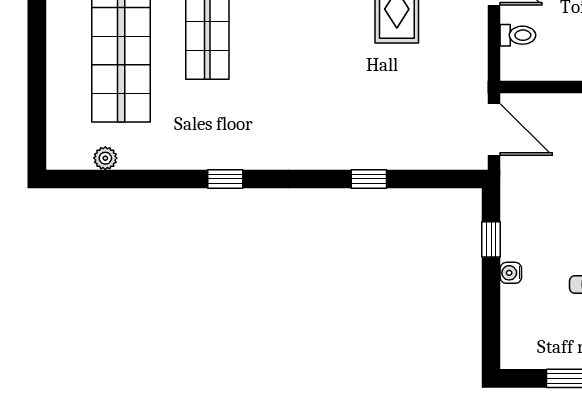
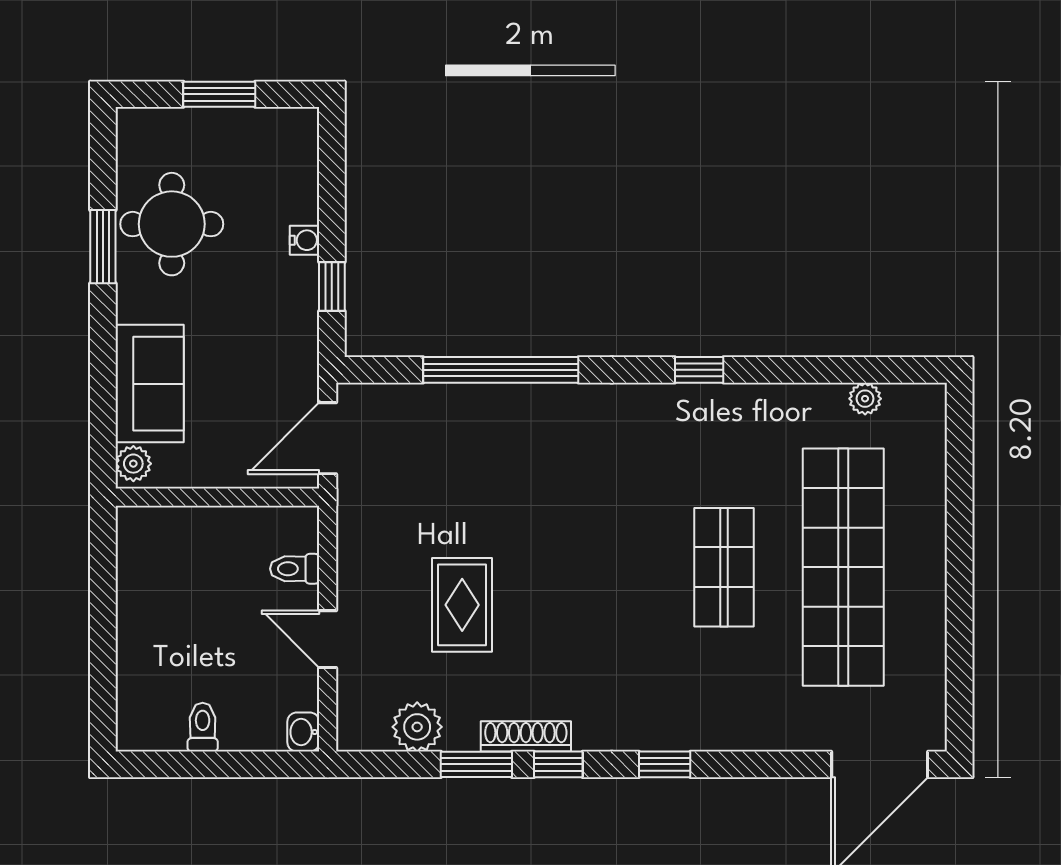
door: (494, 130) -> (328, 438), hinge flipped
window: (369, 179) -> (501, 370), width x3.17

